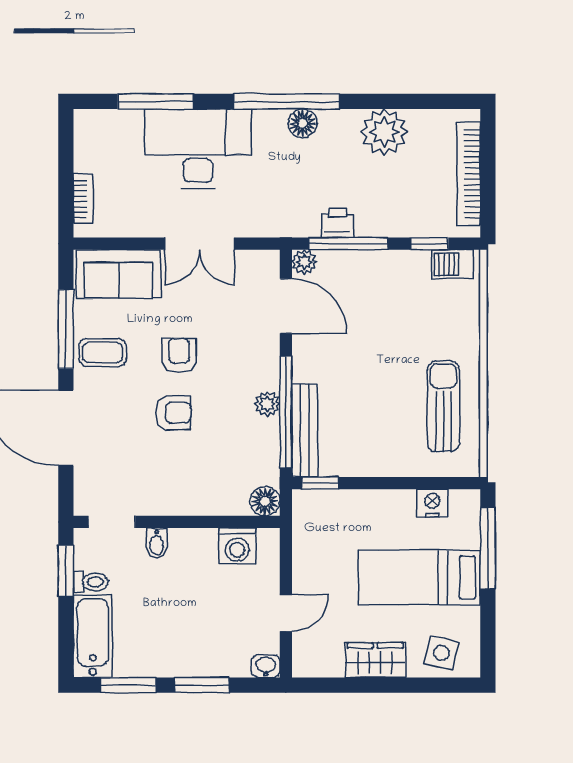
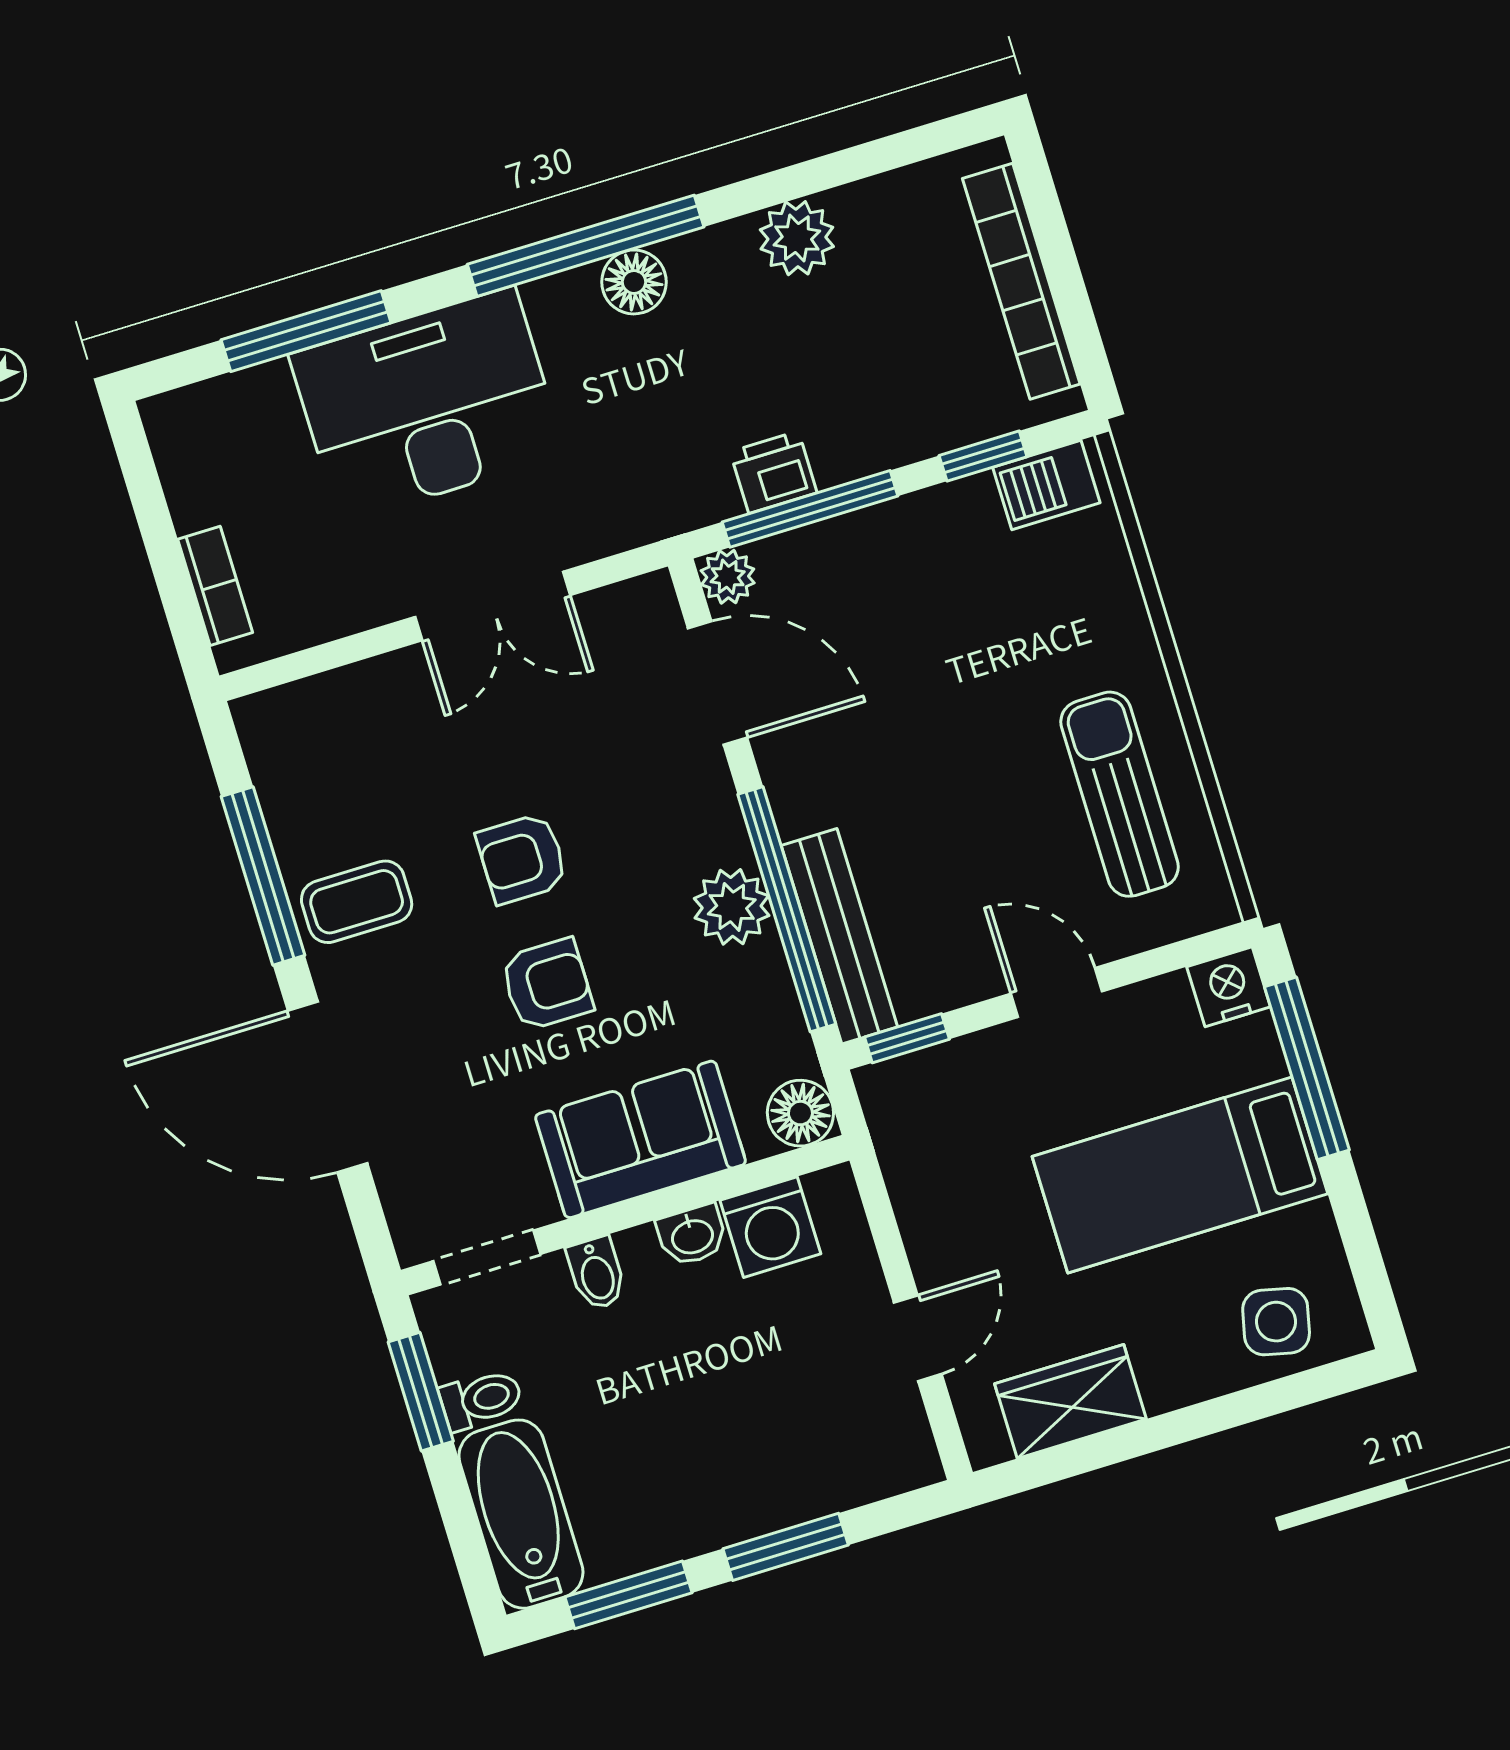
plant: (384, 132) -> (797, 238), width x0.73, depth x0.73
sofa: (118, 274) -> (641, 1139), moved, turned 180
armchair: (179, 356) -> (522, 858), turned -90
plant: (267, 404) -> (732, 907), width x1.38, depth x1.38
door: (390, 483) -> (1056, 992), added
nightstand: (432, 503) -> (1229, 987), moved
wardrobe: (375, 660) -> (1070, 1401), moved
washbasin: (266, 666) -> (692, 1235), moved, turned 180

